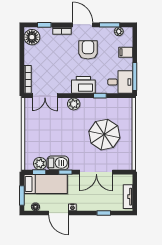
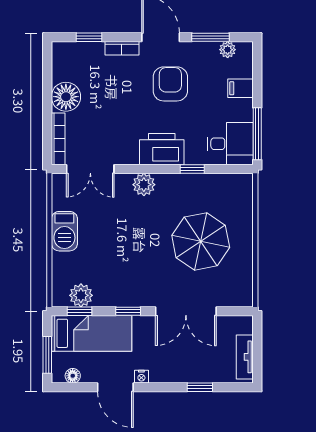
floor lamp: (32, 37) -> (66, 97), moved
barbecue: (58, 163) -> (64, 231), moved, turned 90

